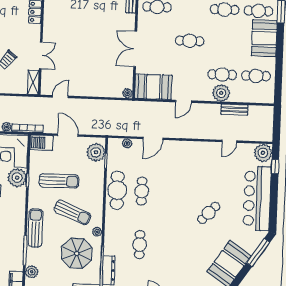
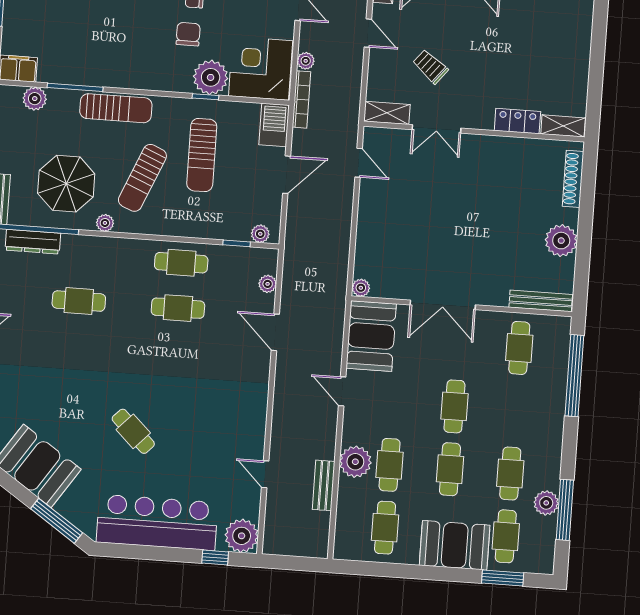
cafe table: (223, 42) -> (450, 469), added
double door: (135, 49) -> (443, 305), swing flipped
plant: (96, 152) -> (260, 234), width x0.53, depth x0.53
cafe table: (117, 190) -> (181, 263), width x0.73, depth x0.74

